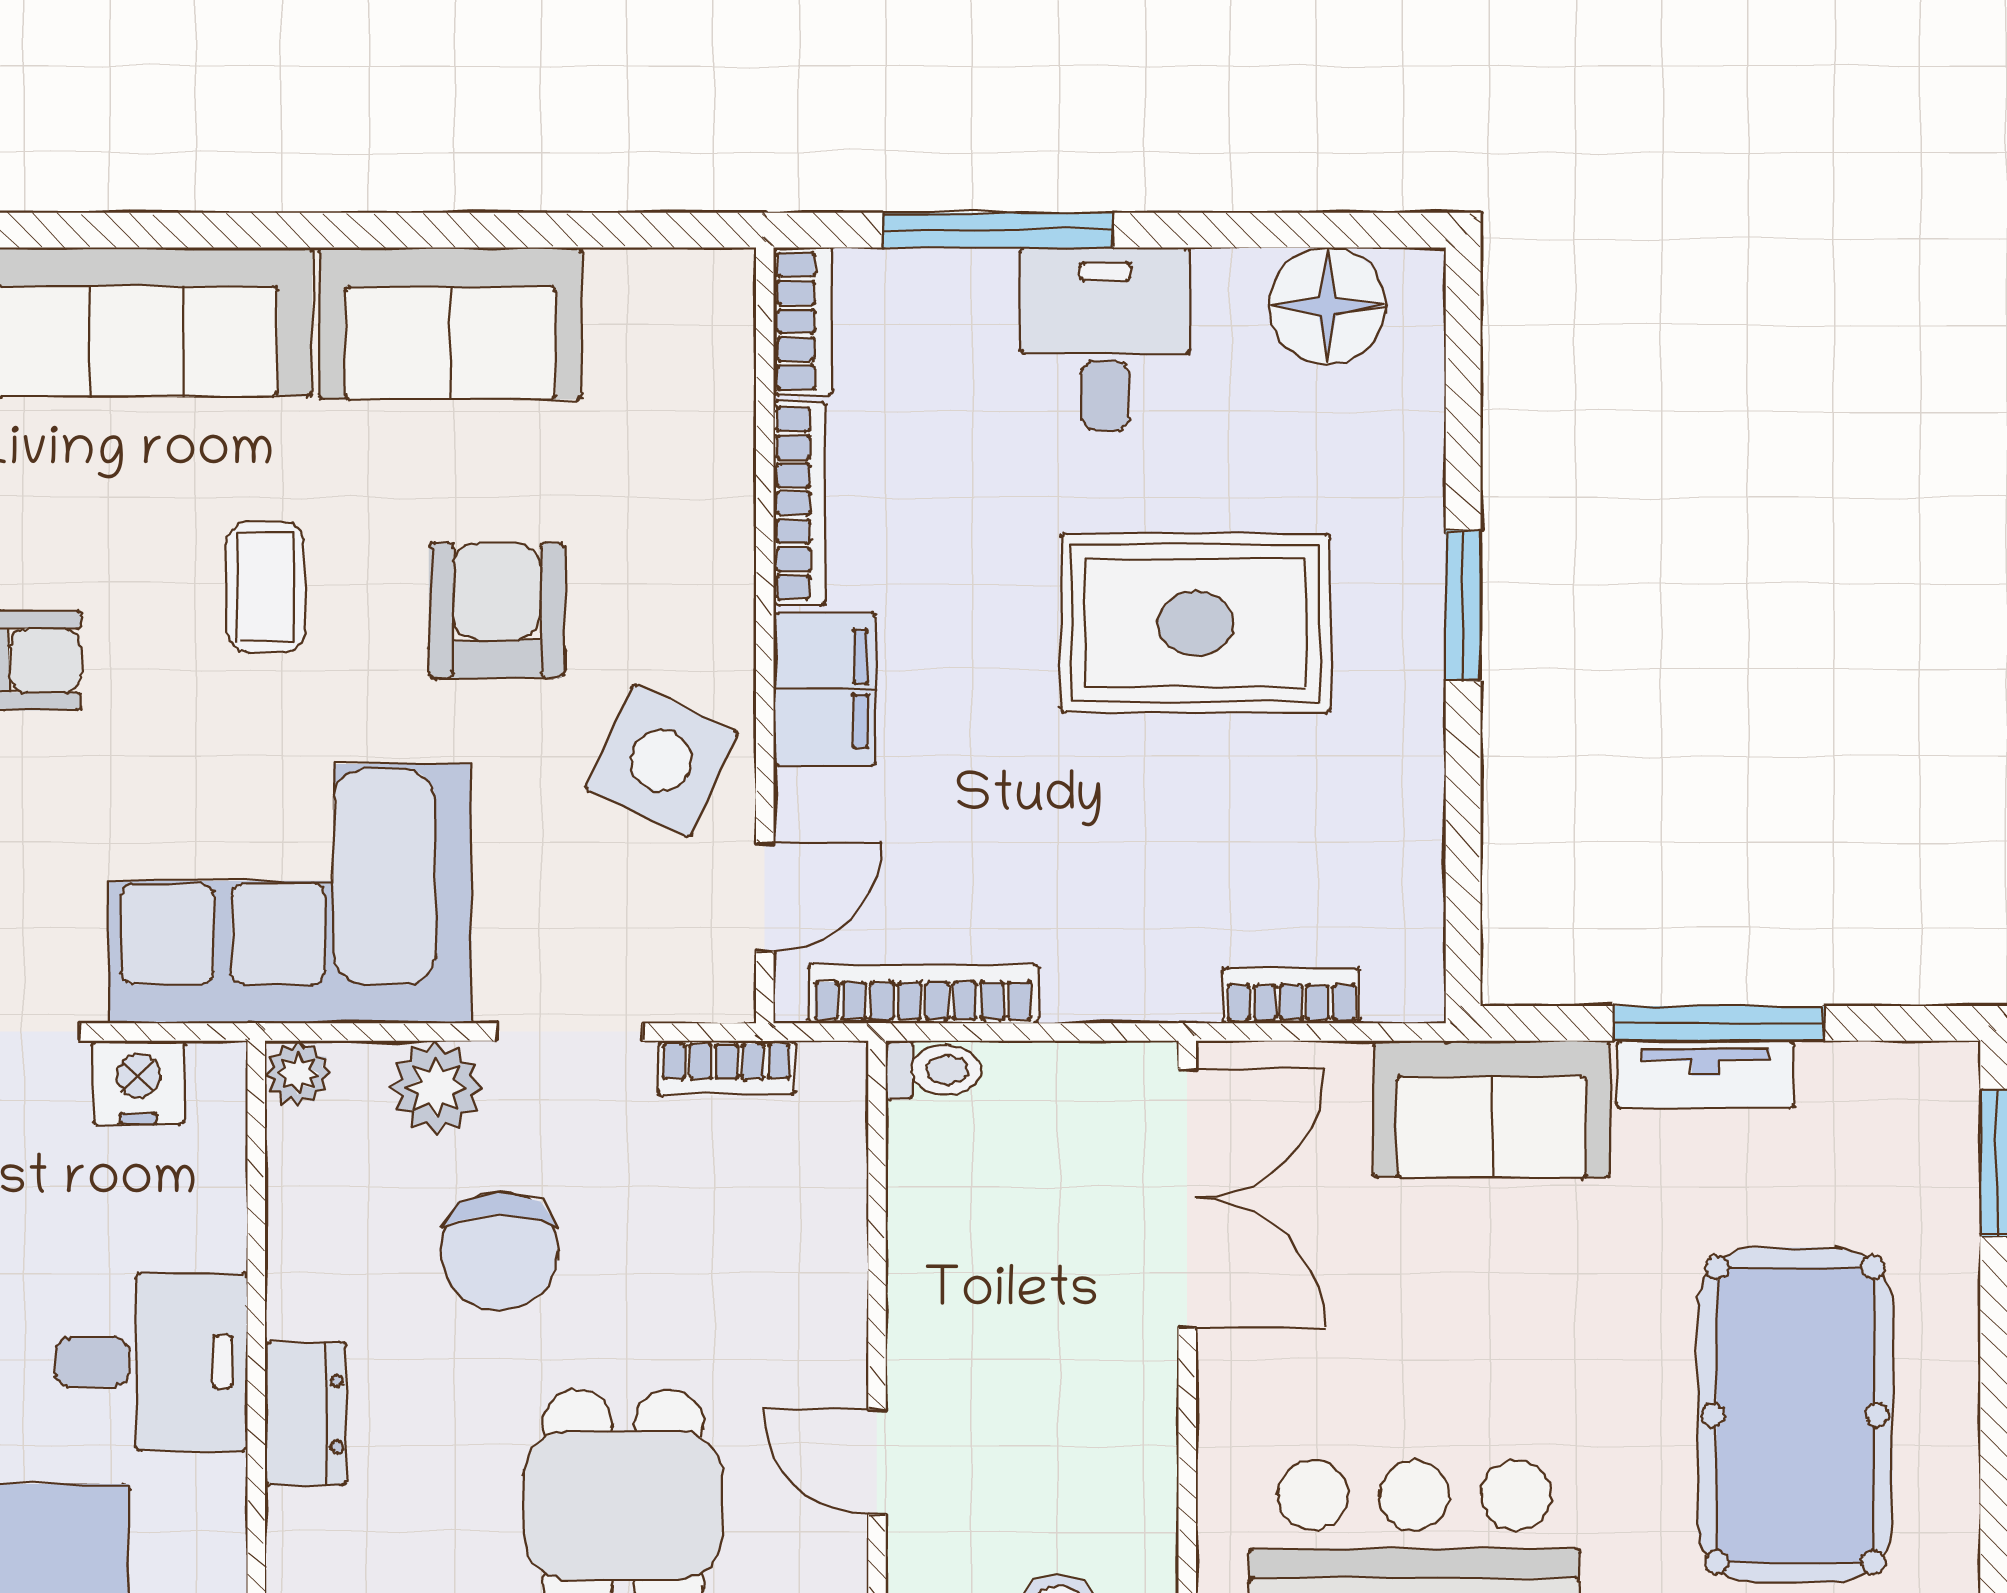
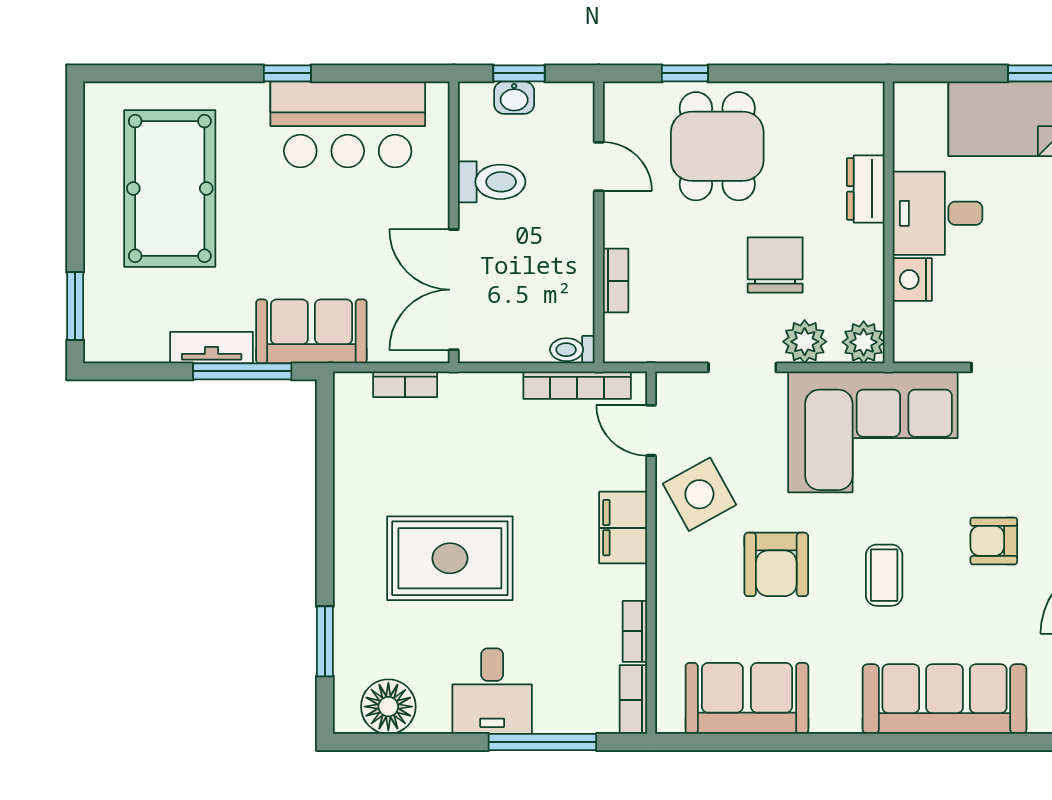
sofa: (450, 323) -> (747, 698), moved
bookcase: (800, 503) -> (635, 631), width x0.64
window: (1463, 605) -> (325, 641), moved
side table: (661, 760) -> (699, 494), turned 36
door: (765, 897) -> (651, 430), hinge flipped
window: (1718, 1023) -> (242, 371), moved
bookcase: (727, 1068) -> (616, 281), moved, turned 90
plant: (298, 1073) -> (864, 342), width x1.38, depth x1.38
nightstand: (138, 1083) -> (912, 279), moved, turned 90
toilet: (1106, 1429) -> (492, 182), added

